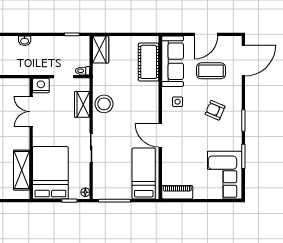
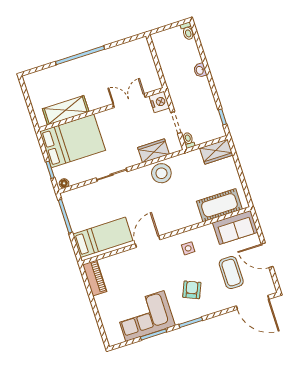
sofa: (173, 61) -> (235, 227), width x0.73
corner sofa: (225, 175) -> (145, 316), moved

